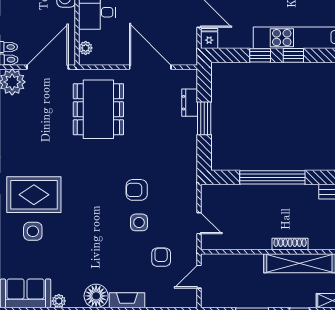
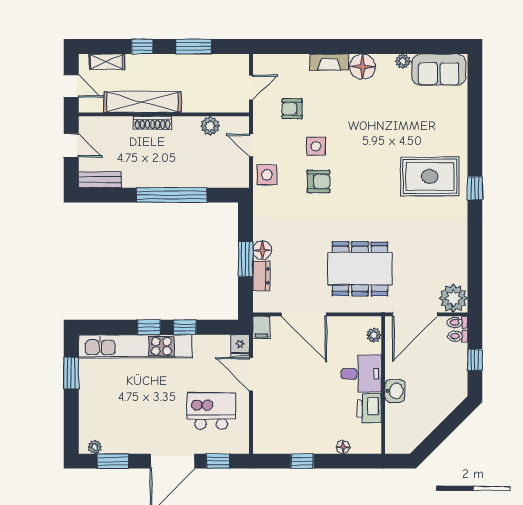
filing cabinet: (189, 55) -> (261, 327), added
dining table: (98, 109) -> (360, 269), turned 90
floor lamp: (189, 127) -> (262, 250), added
side table: (33, 231) -> (267, 175), moved
plant: (237, 241) -> (210, 126), added
armchair: (161, 257) -> (292, 109), turned 90

